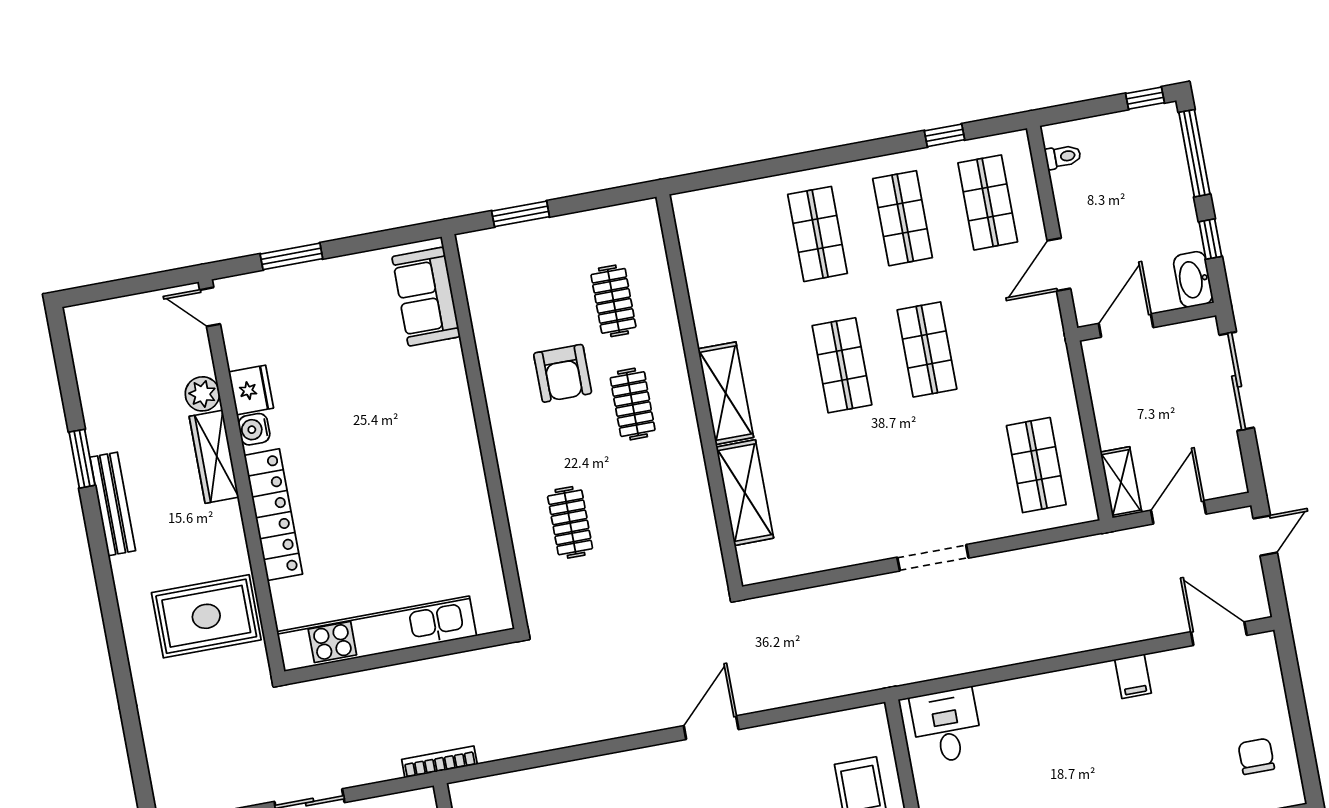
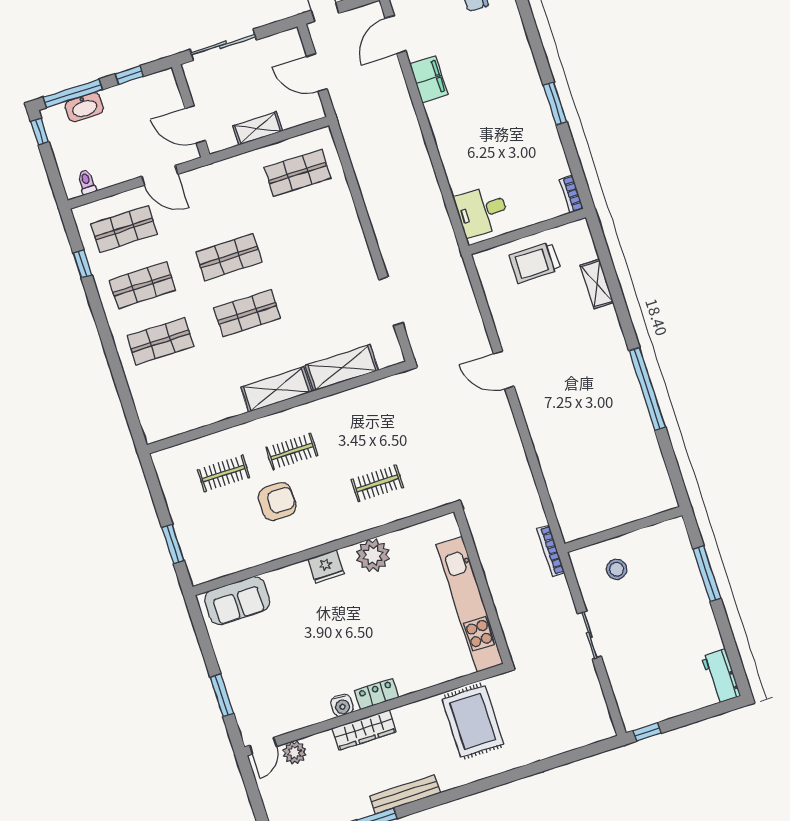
washbasin: (1193, 279) -> (84, 107), moved
fridge: (251, 390) -> (326, 567), moved, turned 180
plant: (202, 394) -> (295, 752), moved
shelving: (1121, 482) -> (258, 128), moved
plant: (466, 502) -> (373, 555), added
locker: (273, 515) -> (377, 694), width x0.46, depth x0.83
doorway: (933, 558) -> (391, 301), moved
filing cabinet: (1133, 676) -> (429, 79), width x2.00

